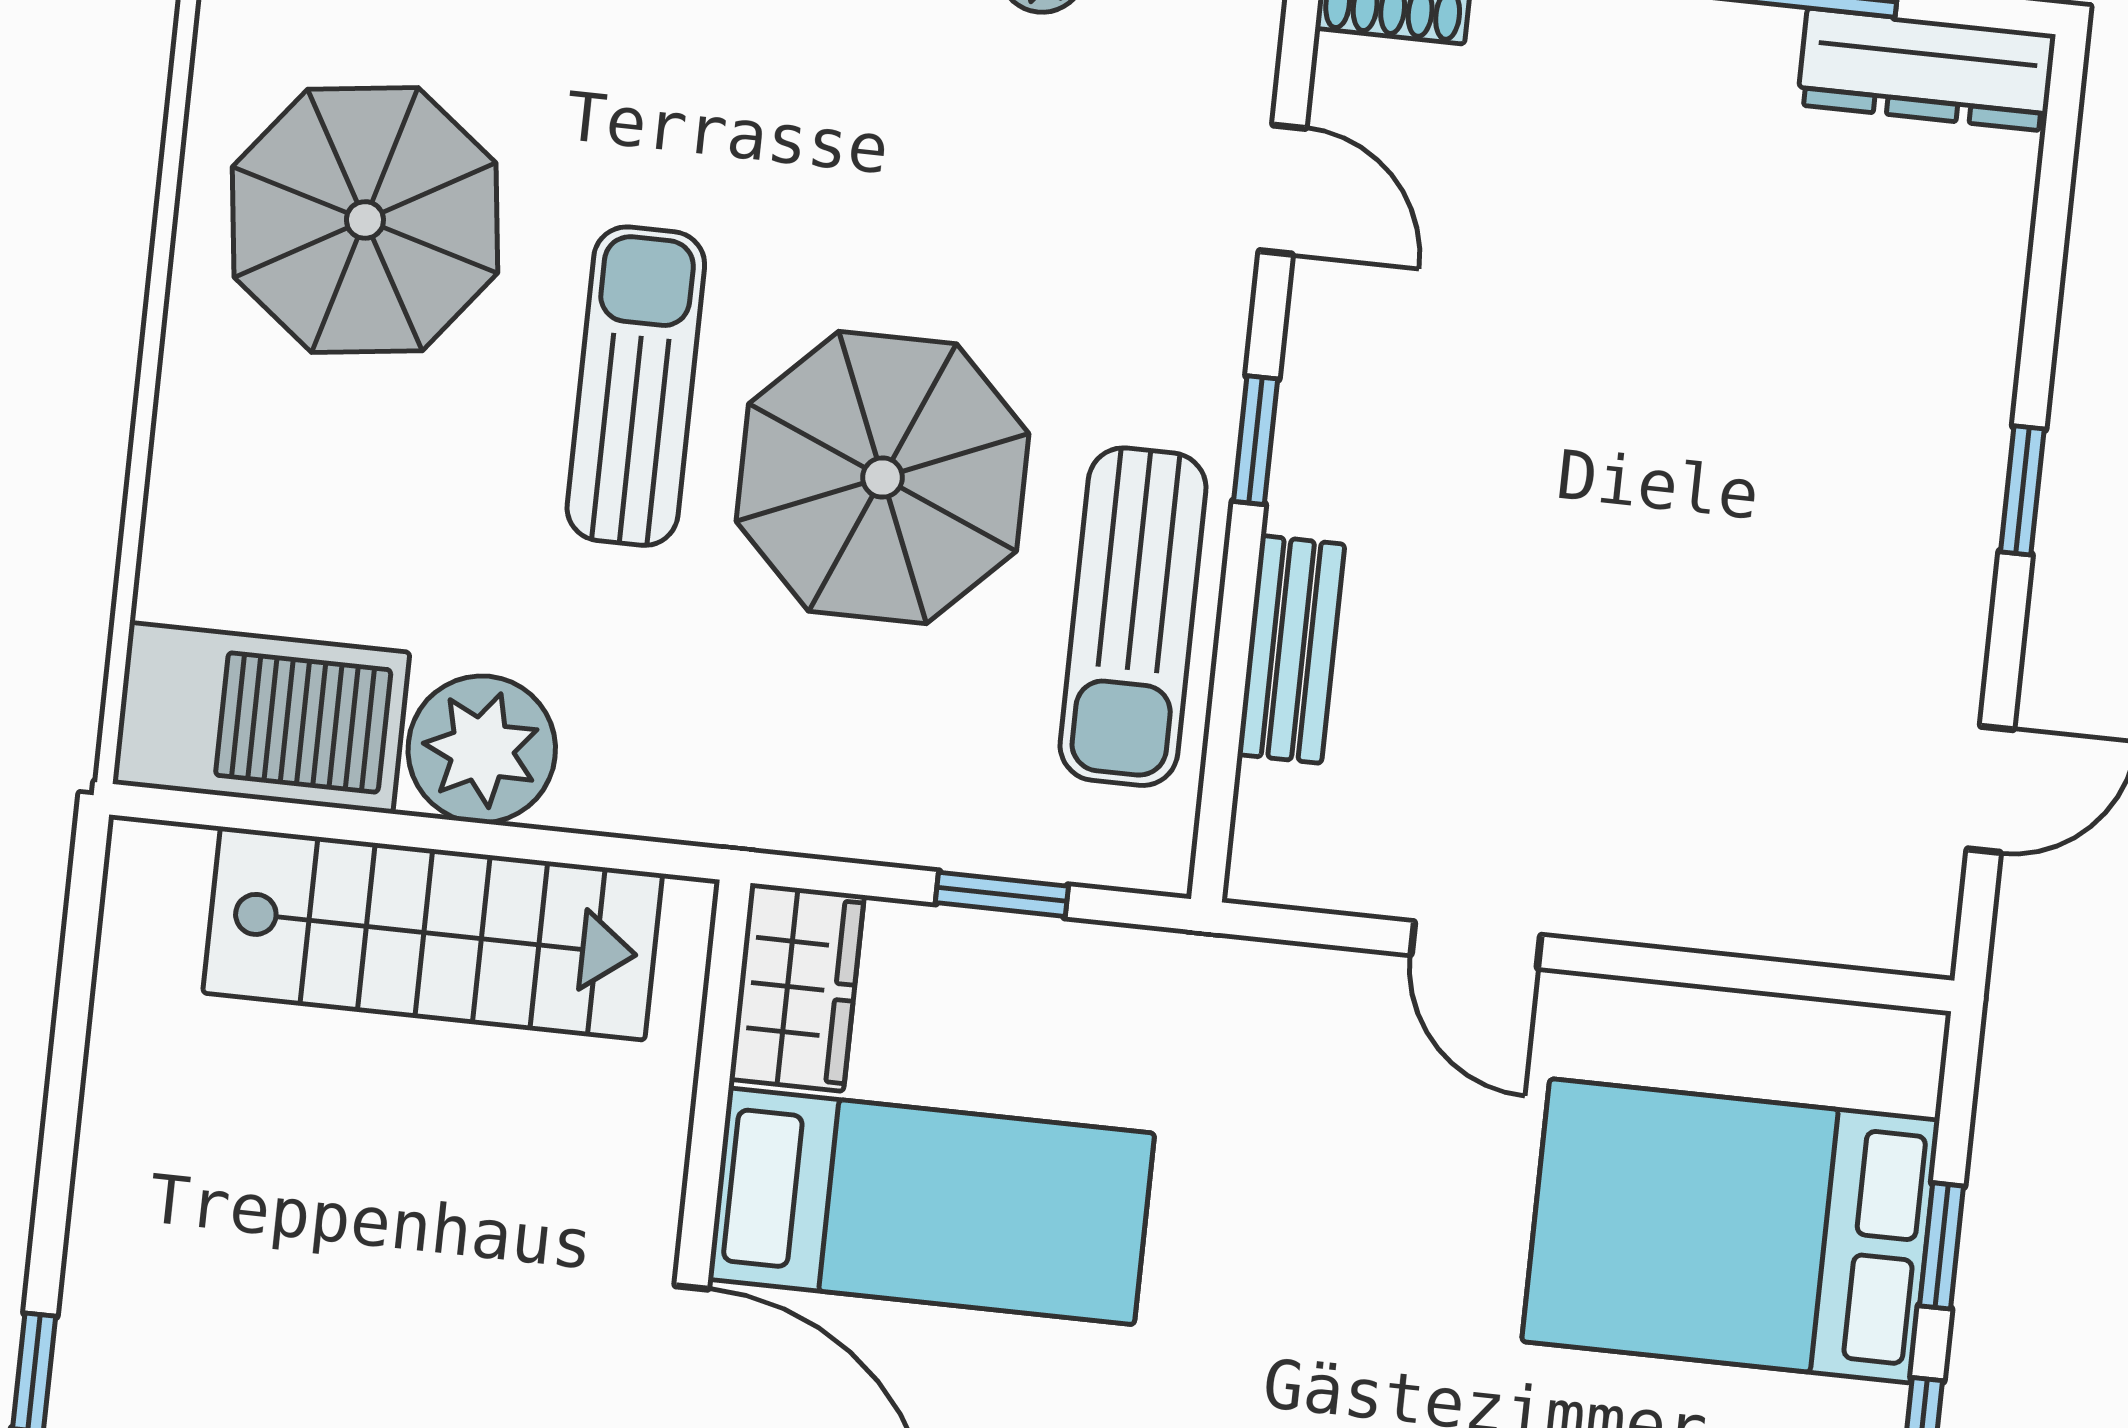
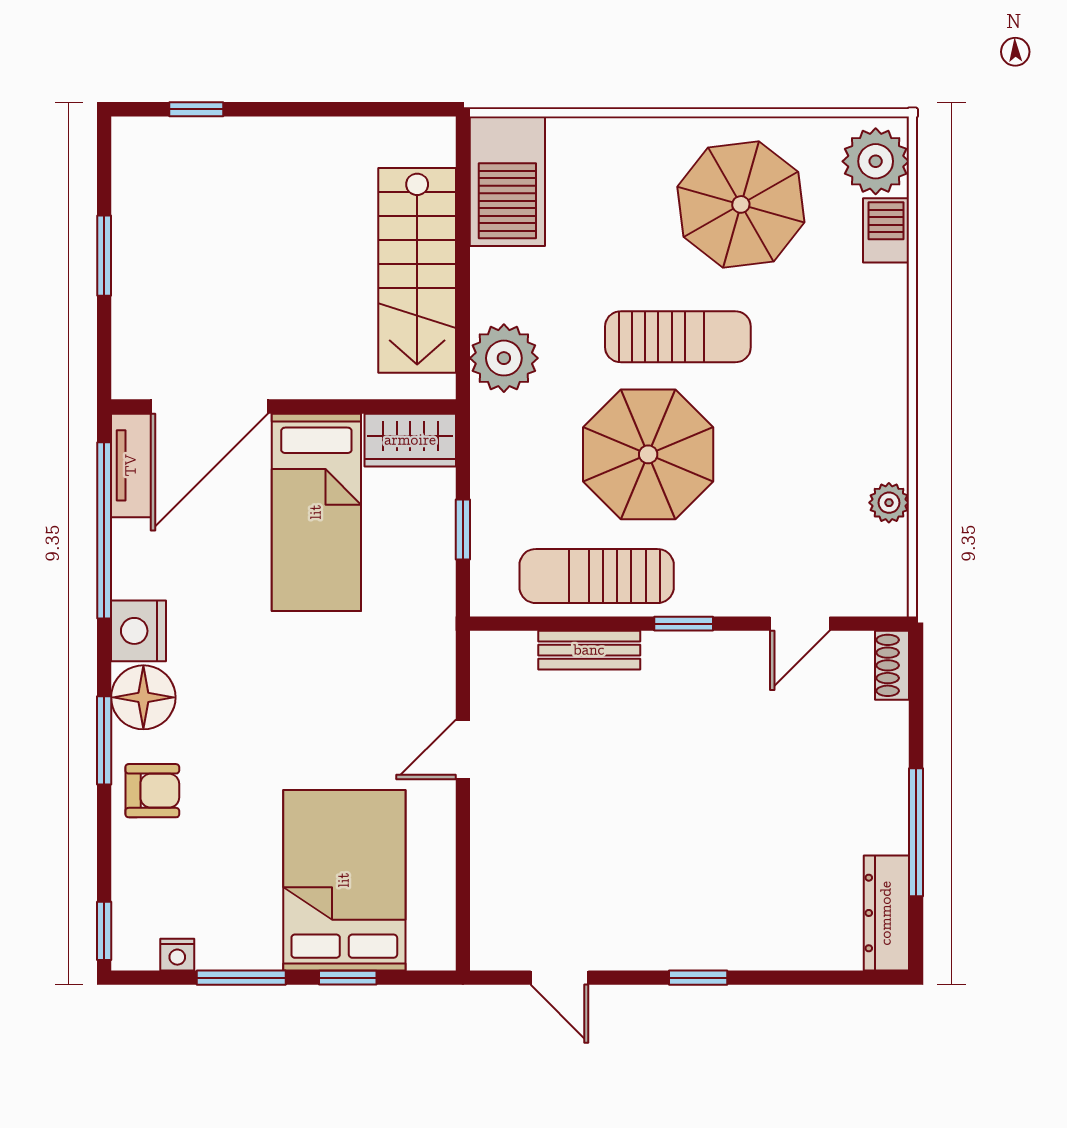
plant: (482, 749) -> (504, 358), moved

